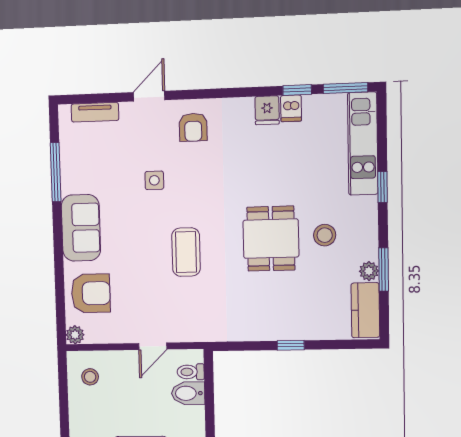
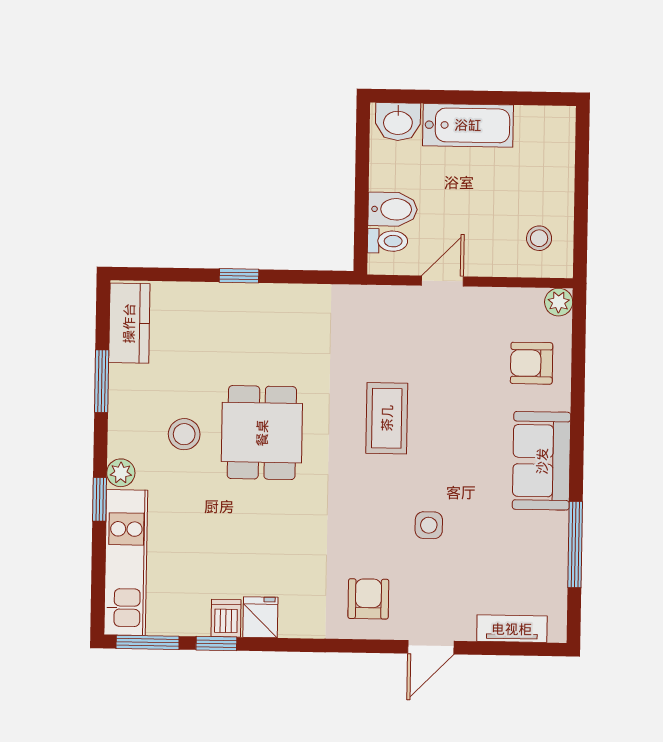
plant: (369, 271) -> (121, 473), moved
armchair: (91, 293) -> (532, 363), width x0.72, depth x0.72

